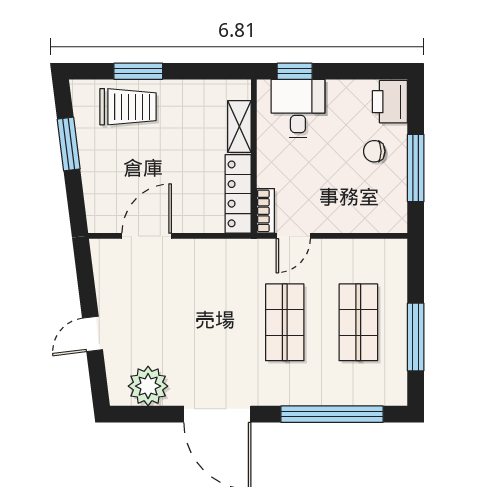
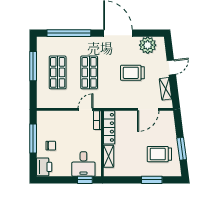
trolley: (128, 107) -> (159, 154), moved
shelving: (106, 284) -> (166, 89), added
trolley: (184, 321) -> (132, 73), added

